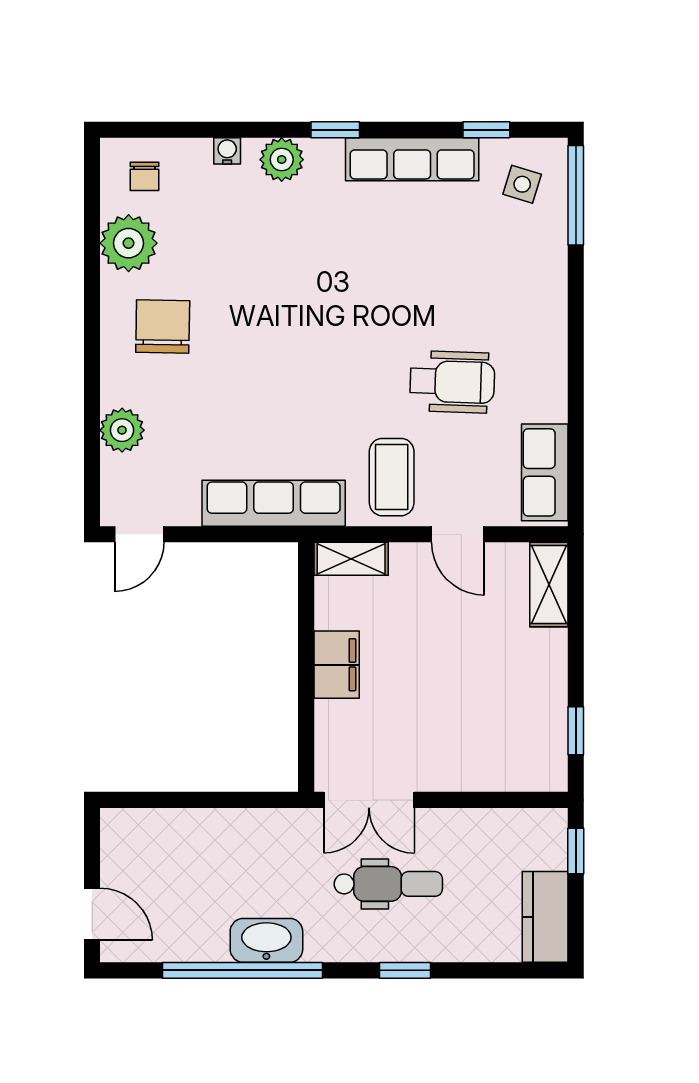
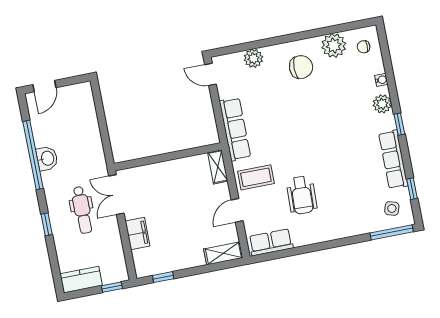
filing cabinet: (337, 665) -> (137, 234), moved, turned -90
washbasin: (266, 940) -> (47, 158), width x0.72

